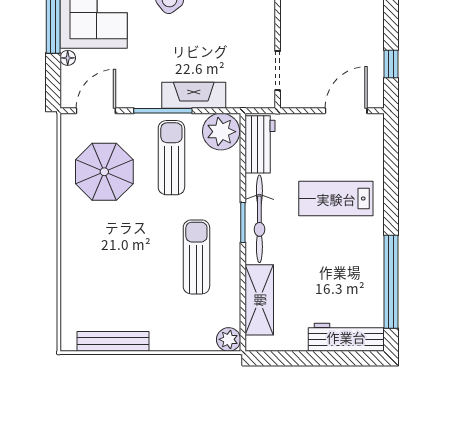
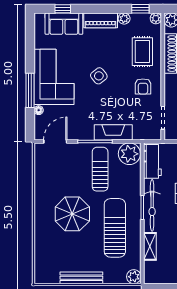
armchair: (244, 18) -> (143, 86), added
parasol: (104, 172) -> (72, 214), moved
sun lounger: (196, 257) -> (115, 228), width x1.36, depth x1.34
shelving: (259, 300) -> (150, 246), width x0.67, depth x0.75
bench: (113, 341) -> (81, 278), moved

